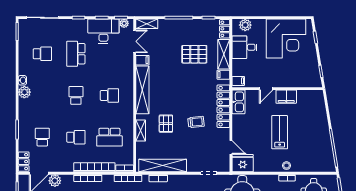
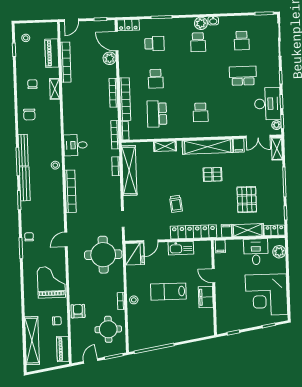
school desk: (76, 95) -> (198, 42), moved, turned 90
kitchen sink: (239, 102) -> (181, 248), moved
pallet: (166, 124) -> (212, 174), moved
lab bench: (280, 132) -> (168, 292), turned 180

